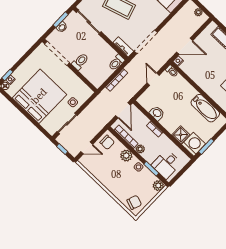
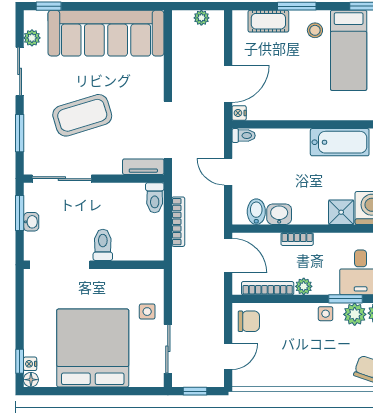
bidet: (149, 104) -> (256, 212), added
plant: (126, 156) -> (355, 314), moved

